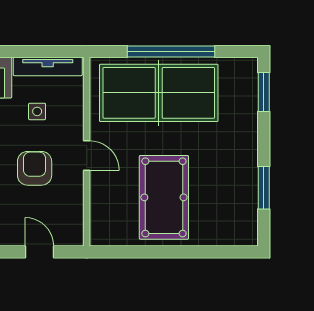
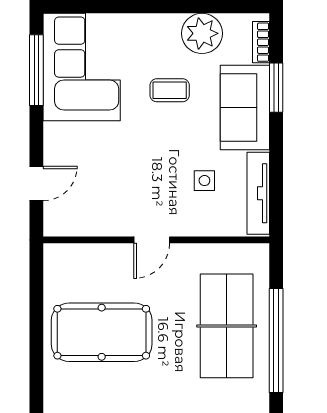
table tennis table: (159, 93) -> (227, 326), width x0.73, depth x0.76
armchair: (35, 168) -> (136, 177), removed

